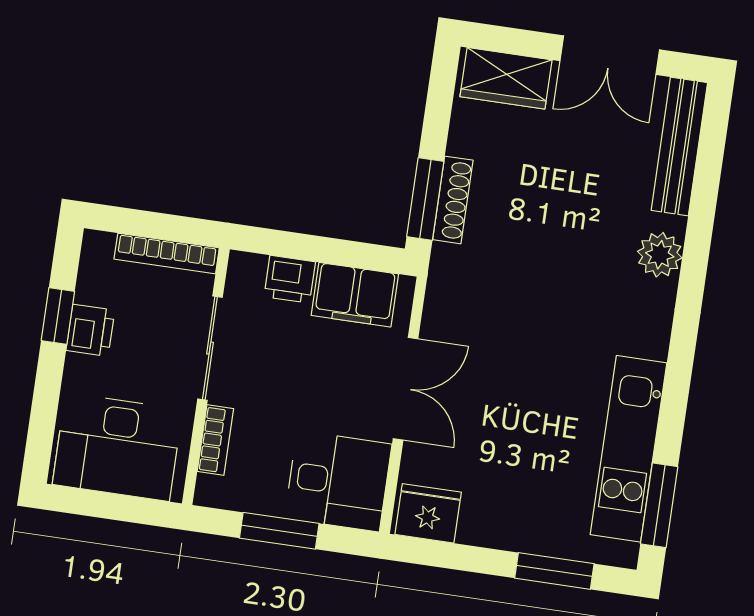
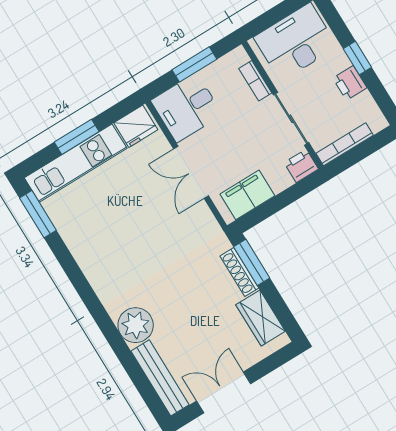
wardrobe: (506, 78) -> (261, 318), moved, turned -90
plant: (660, 255) -> (136, 325), width x1.36, depth x1.36
printer: (290, 279) -> (301, 166), moved
window: (58, 316) -> (357, 58), moved
kitchen unit: (629, 449) -> (76, 163), moved, turned 90
window: (554, 571) -> (77, 137), moved

